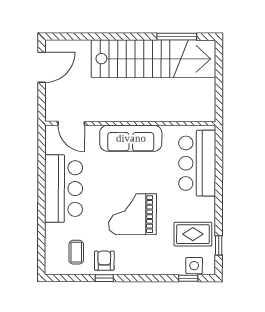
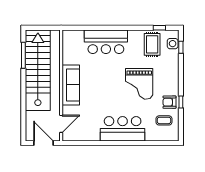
door: (71, 123) -> (61, 124), moved
wall: (130, 123) -> (61, 85), moved
sofa: (131, 138) -> (71, 85), moved

